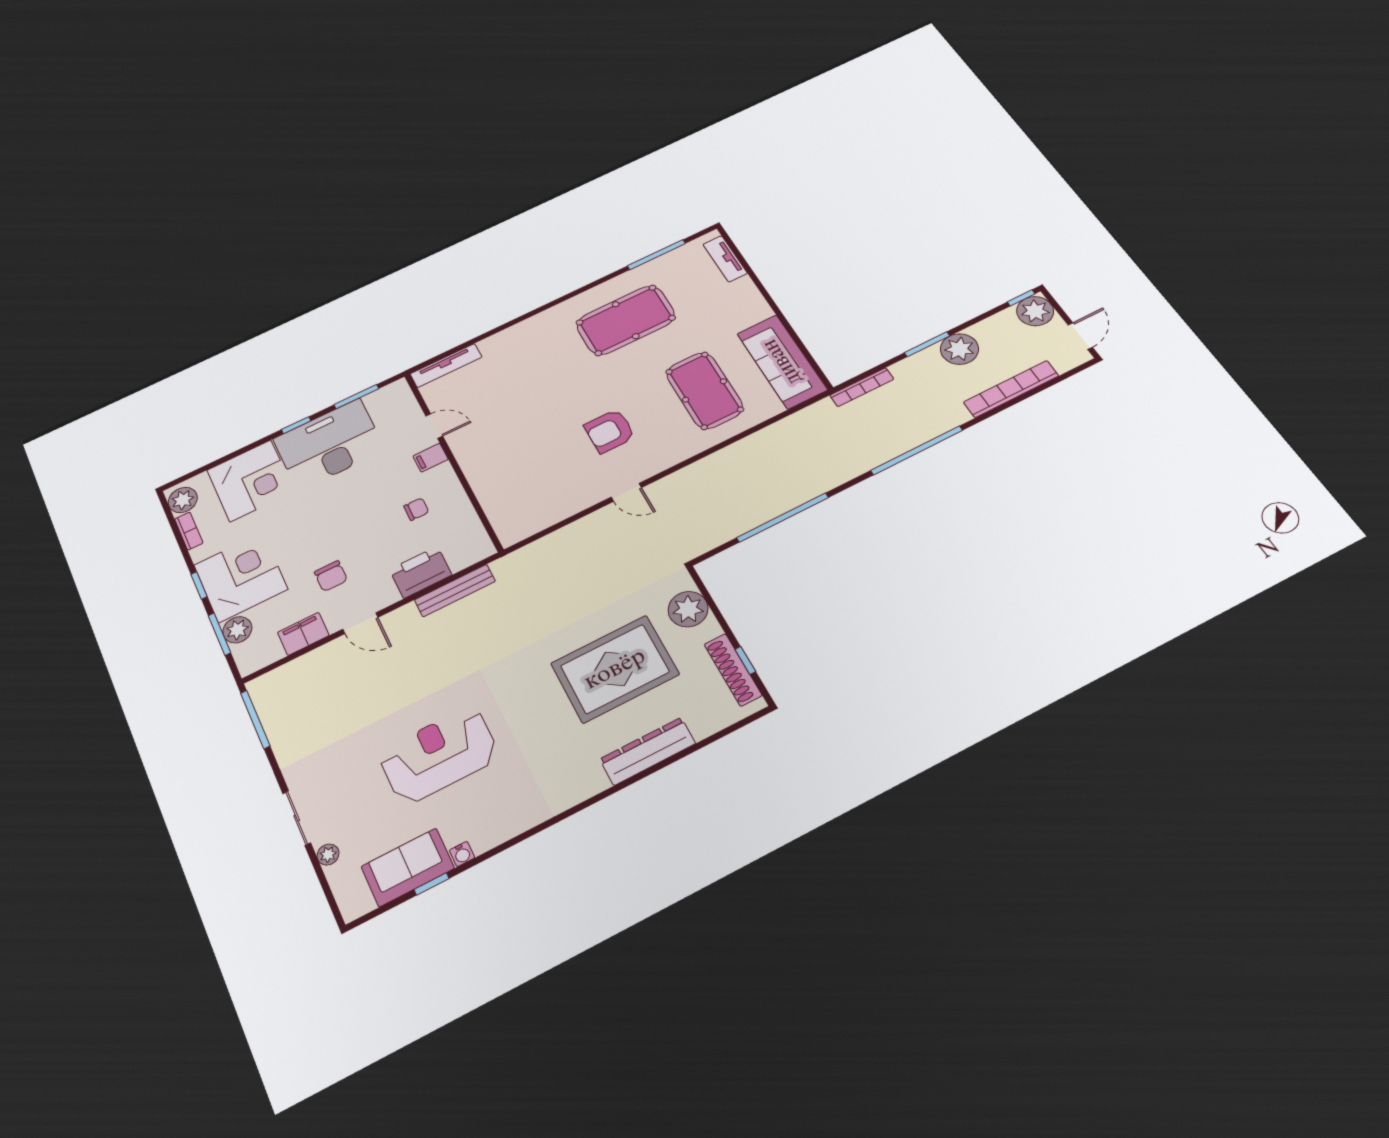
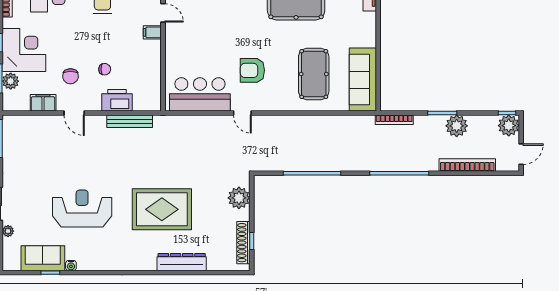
bar counter: (547, 501) -> (200, 94), added
chair: (416, 509) -> (105, 69), moved
rug: (615, 669) -> (162, 209), moved

